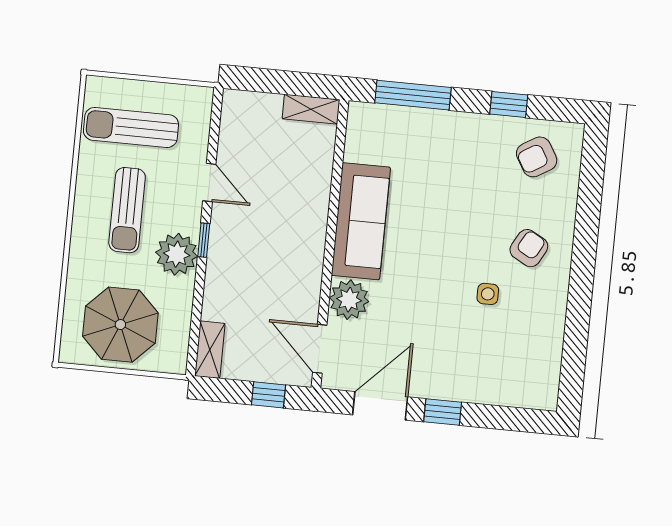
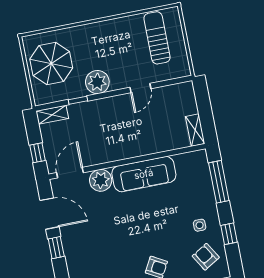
sun lounger: (127, 210) -> (113, 49), removed
window: (204, 240) -> (78, 100), moved
side table: (488, 294) -> (200, 225), moved

